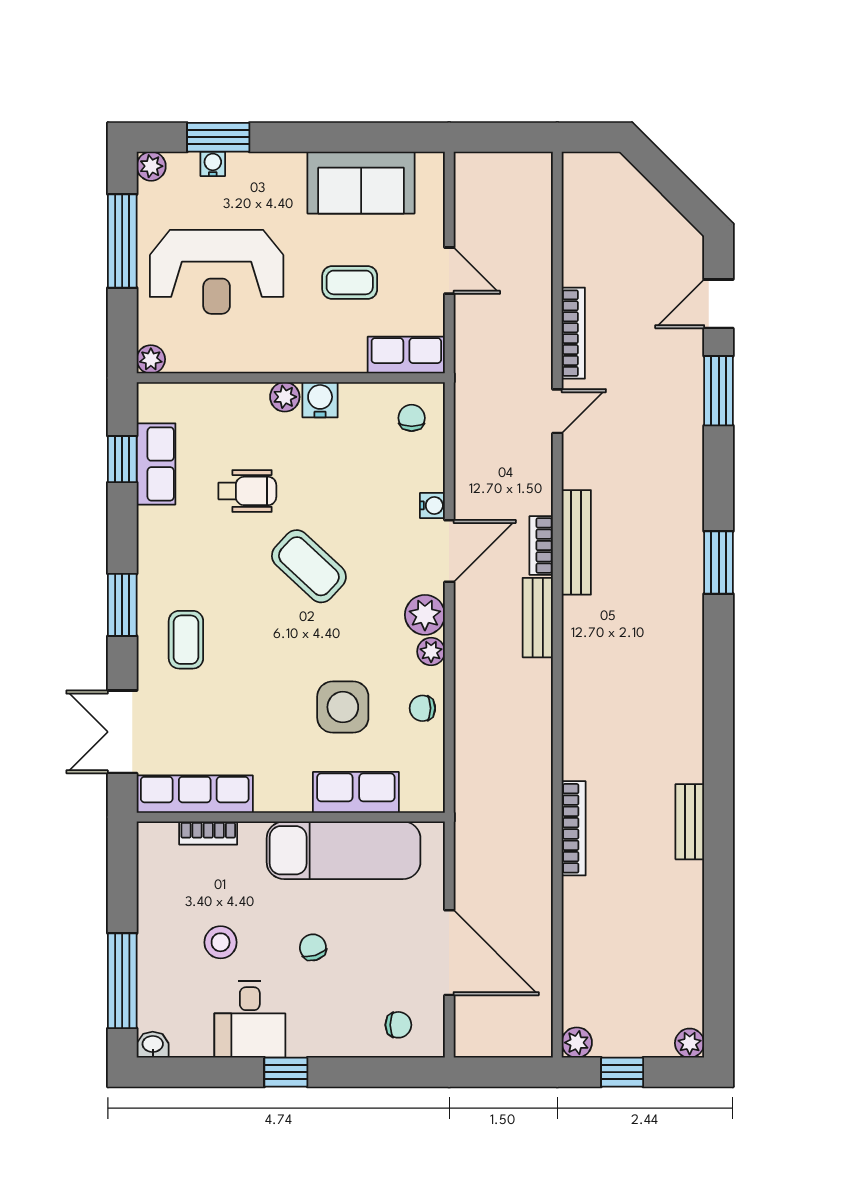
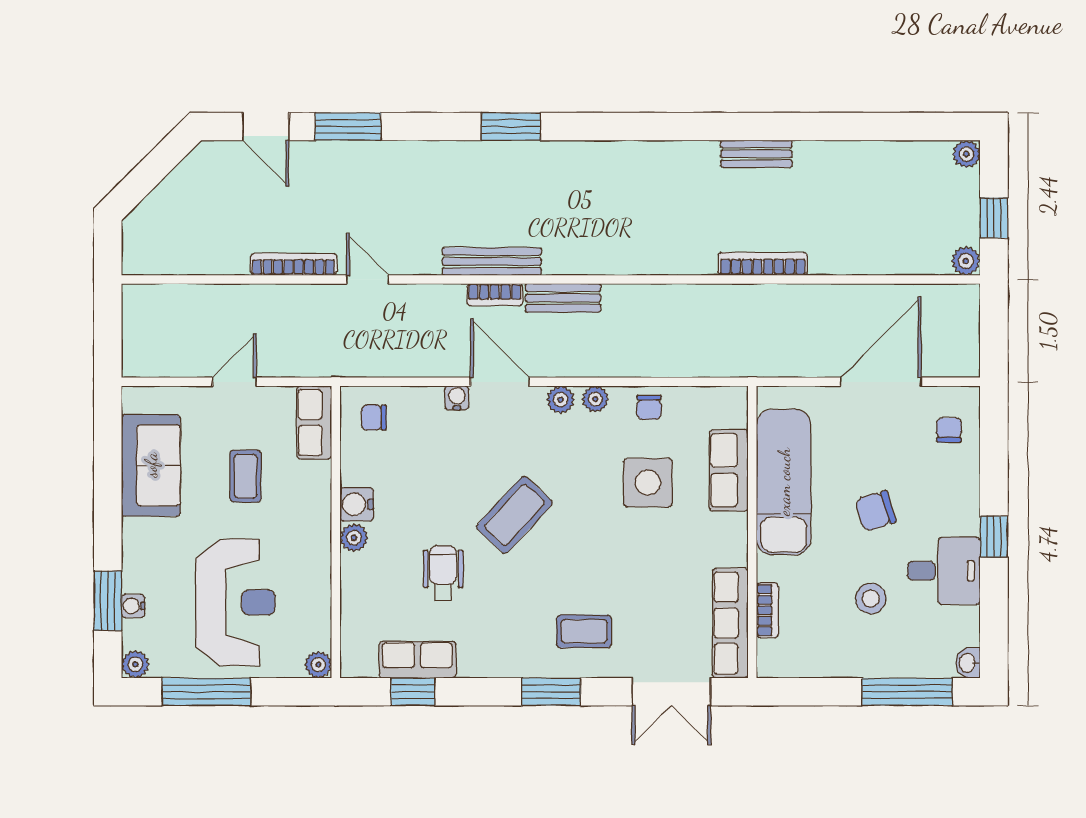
plant: (425, 615) -> (560, 400), width x0.73, depth x0.73
chair: (313, 947) -> (876, 511), width x1.37, depth x1.37

